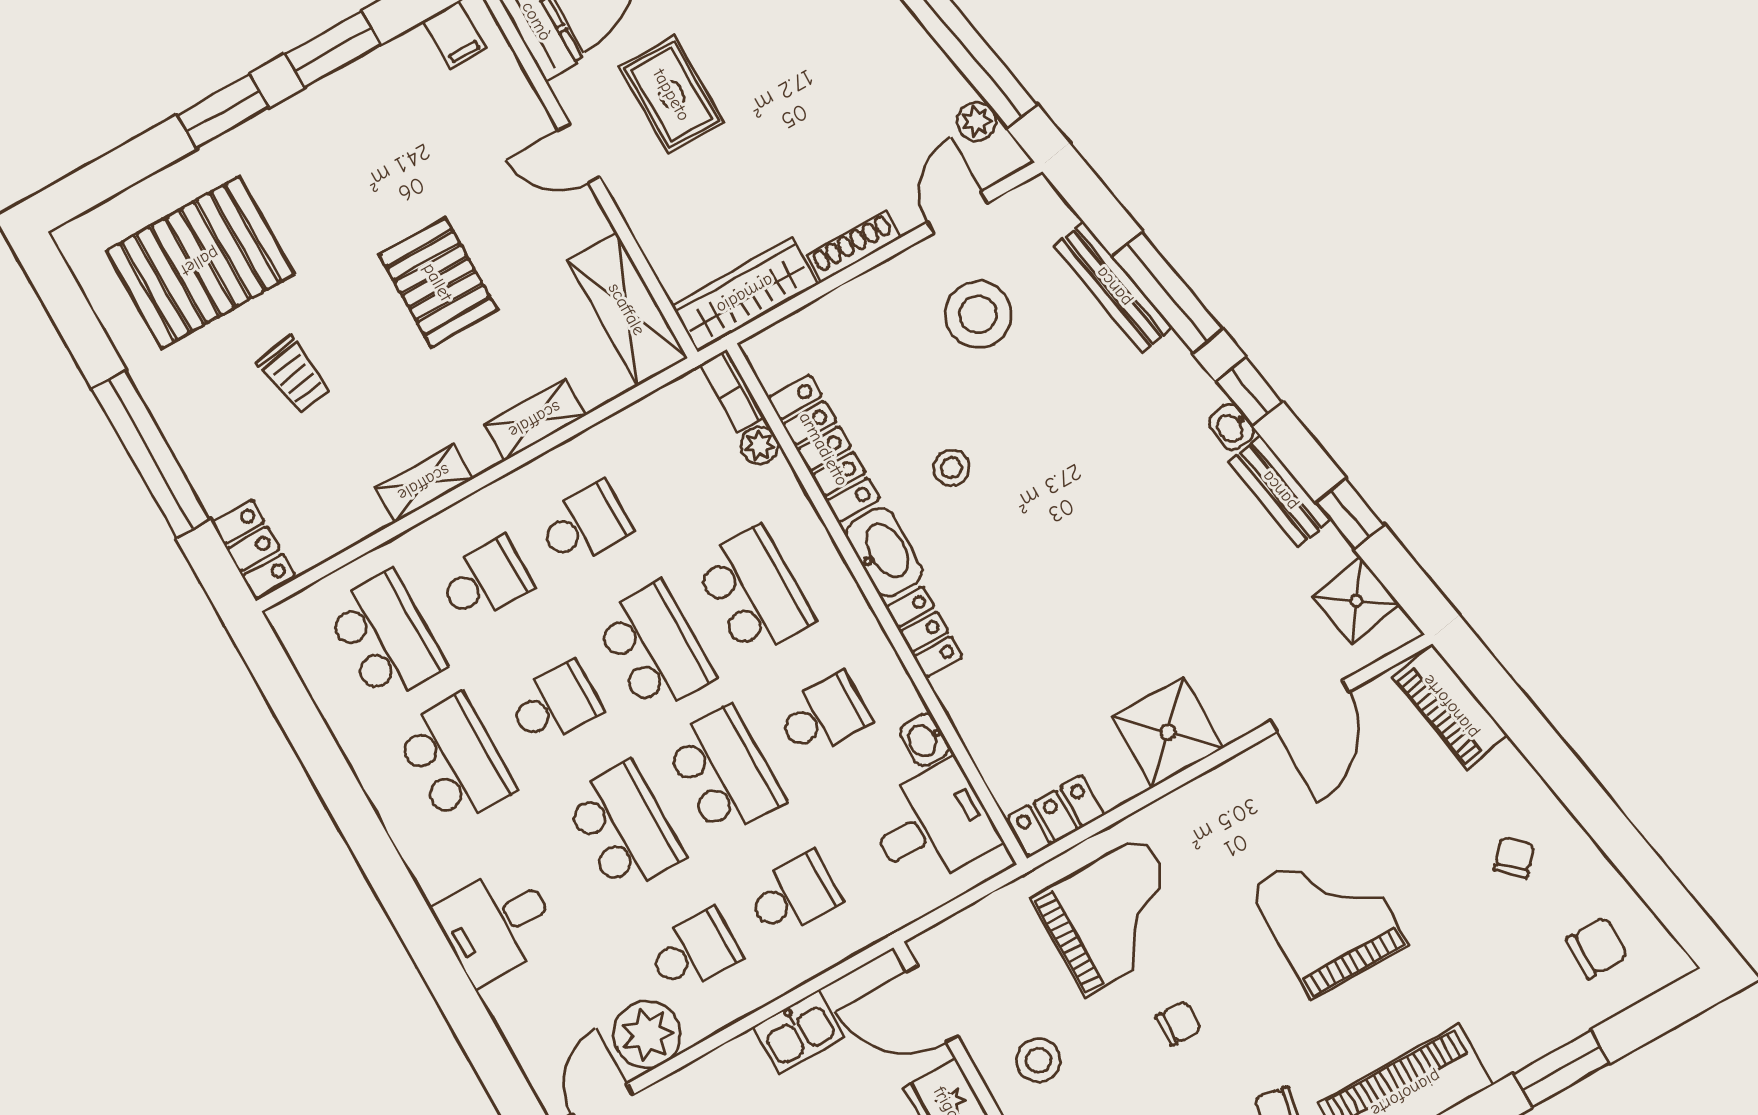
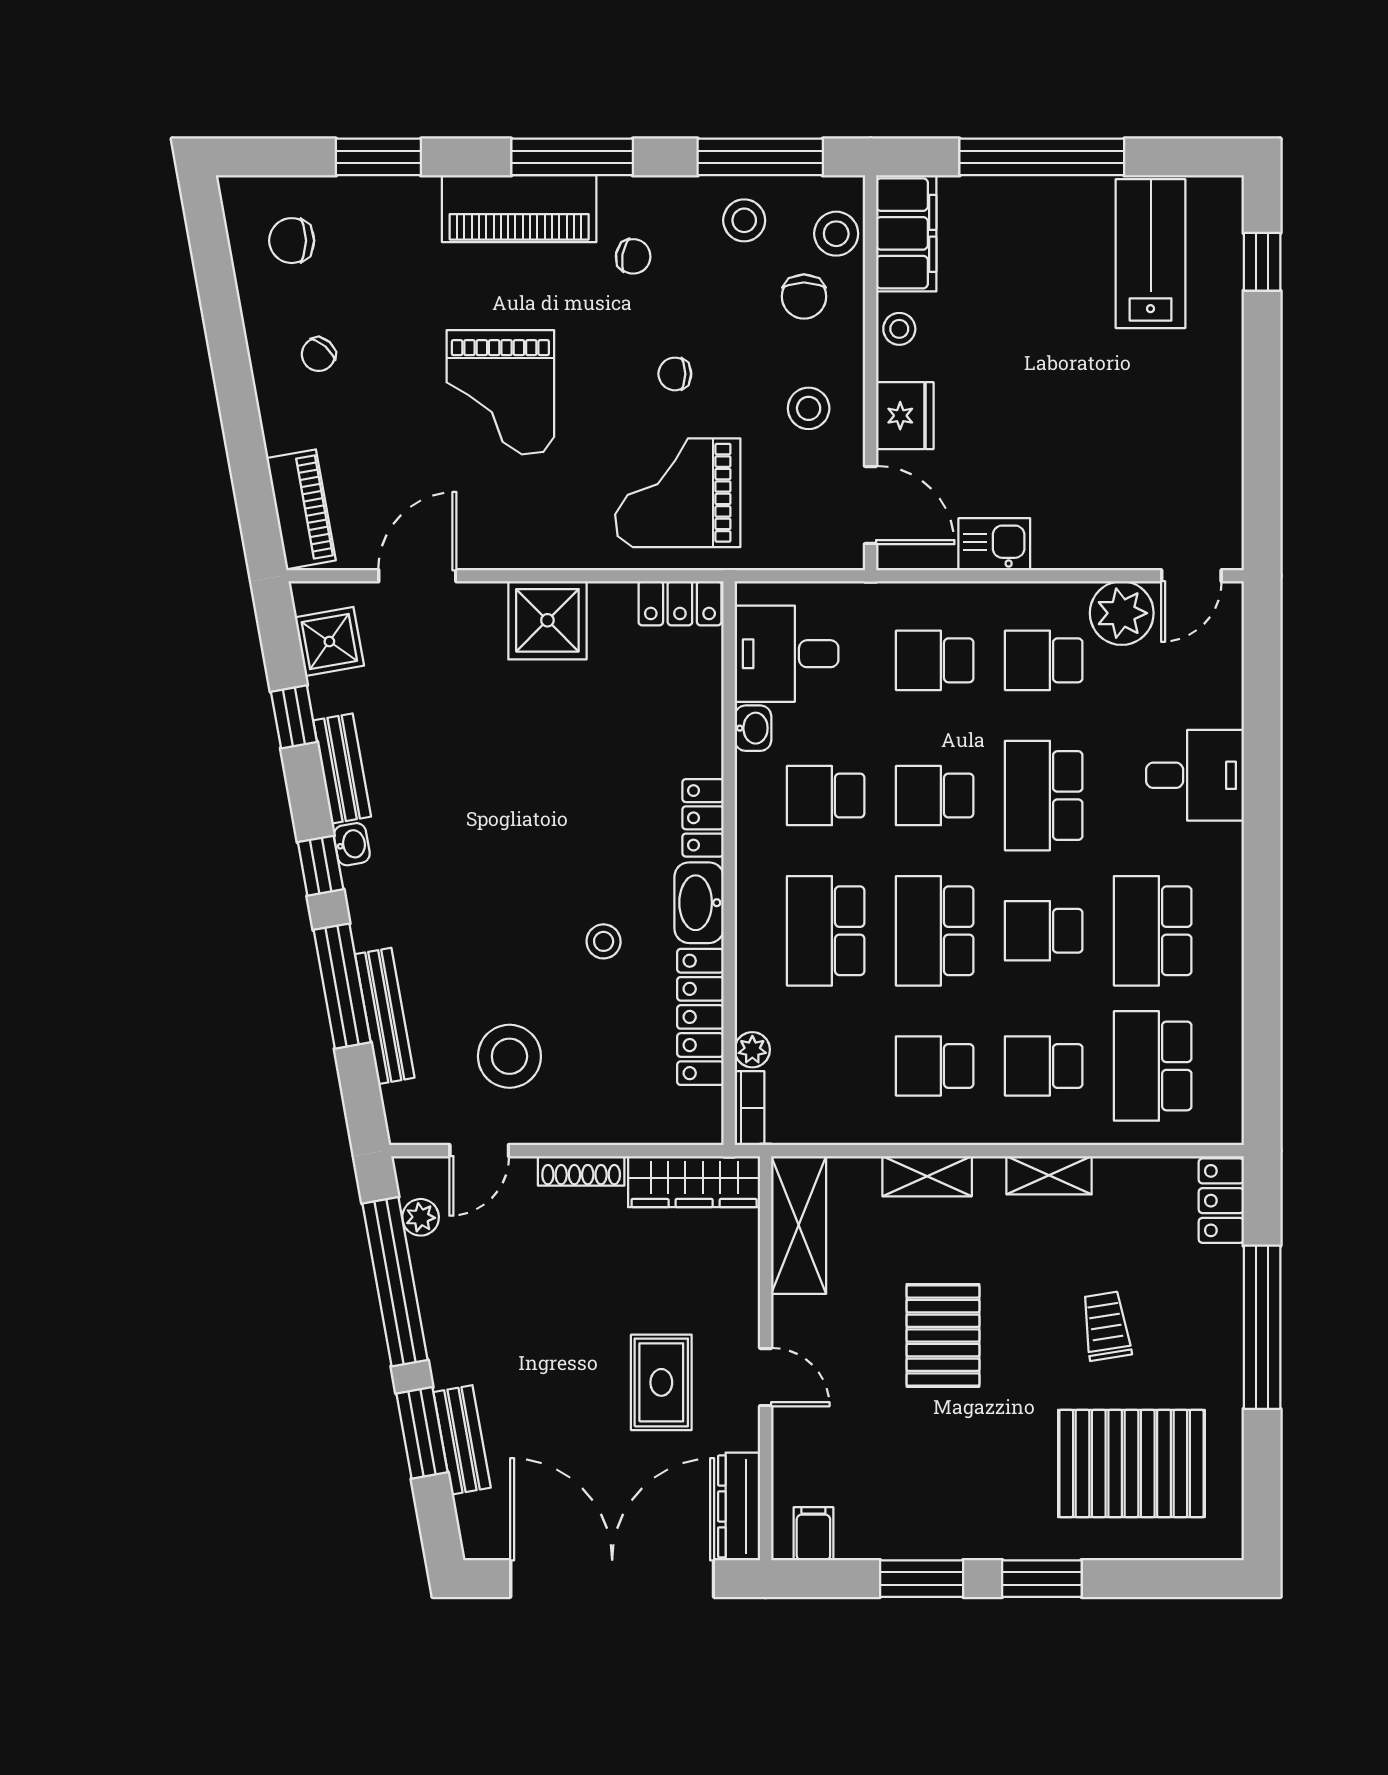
school desk: (724, 772) -> (935, 796), width x0.54

